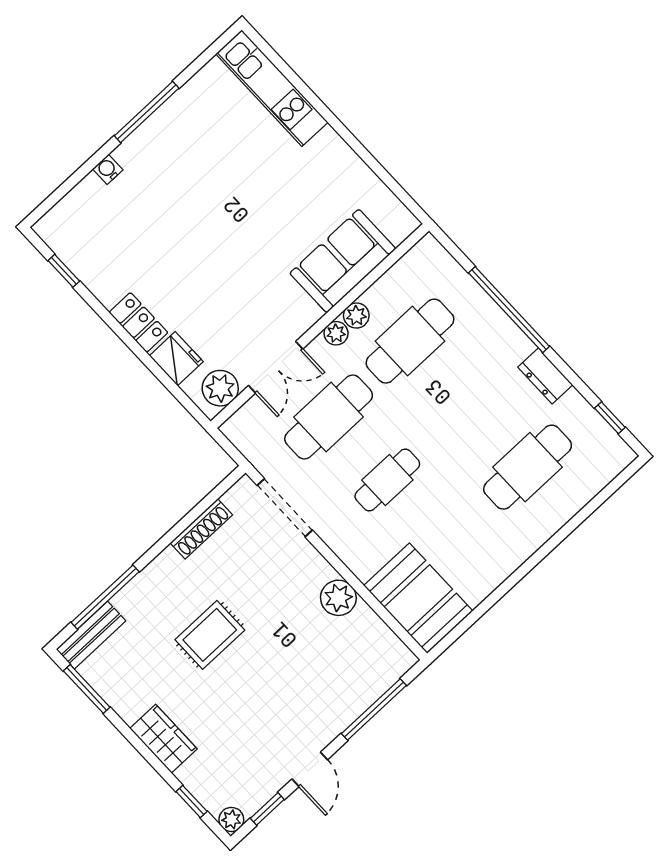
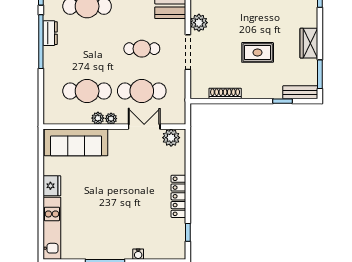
sofa: (343, 261) -> (76, 142), width x1.36
window: (509, 310) -> (41, 42), moved
locker: (138, 322) -> (178, 196), width x1.53
fridge: (176, 359) -> (52, 186), moved, turned 180
doorway: (285, 508) -> (188, 52), moved
window: (105, 597) -> (282, 101), width x0.46
wardrobe: (164, 739) -> (309, 43), moved

